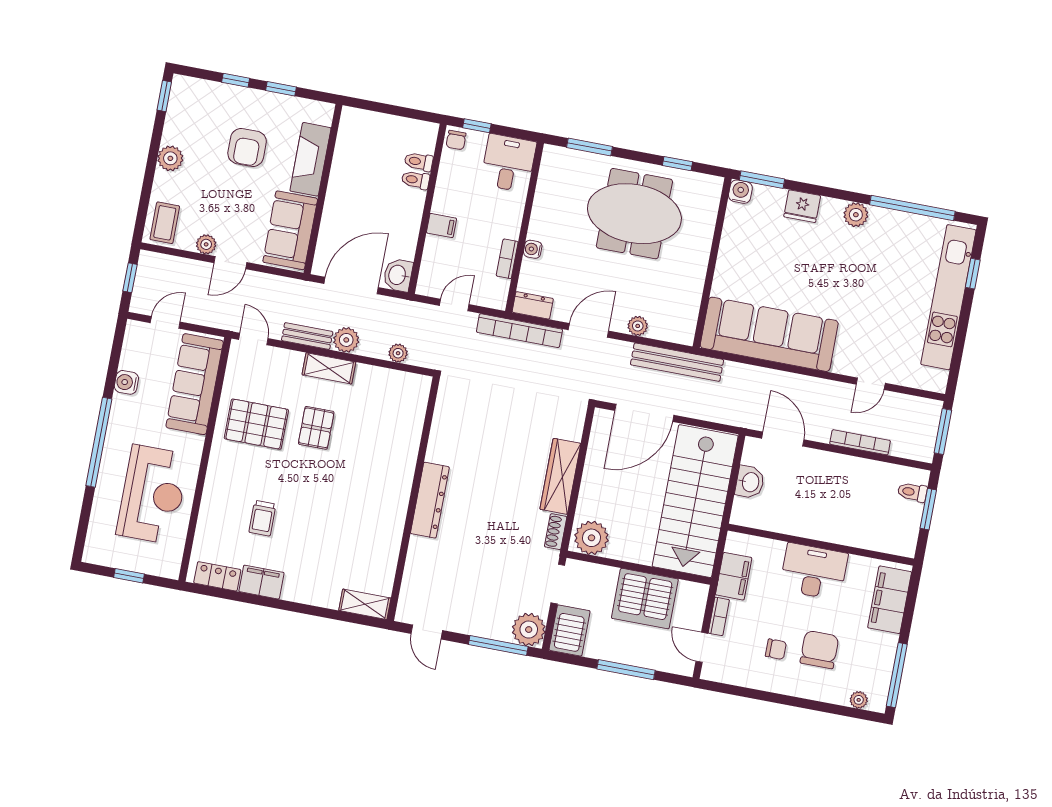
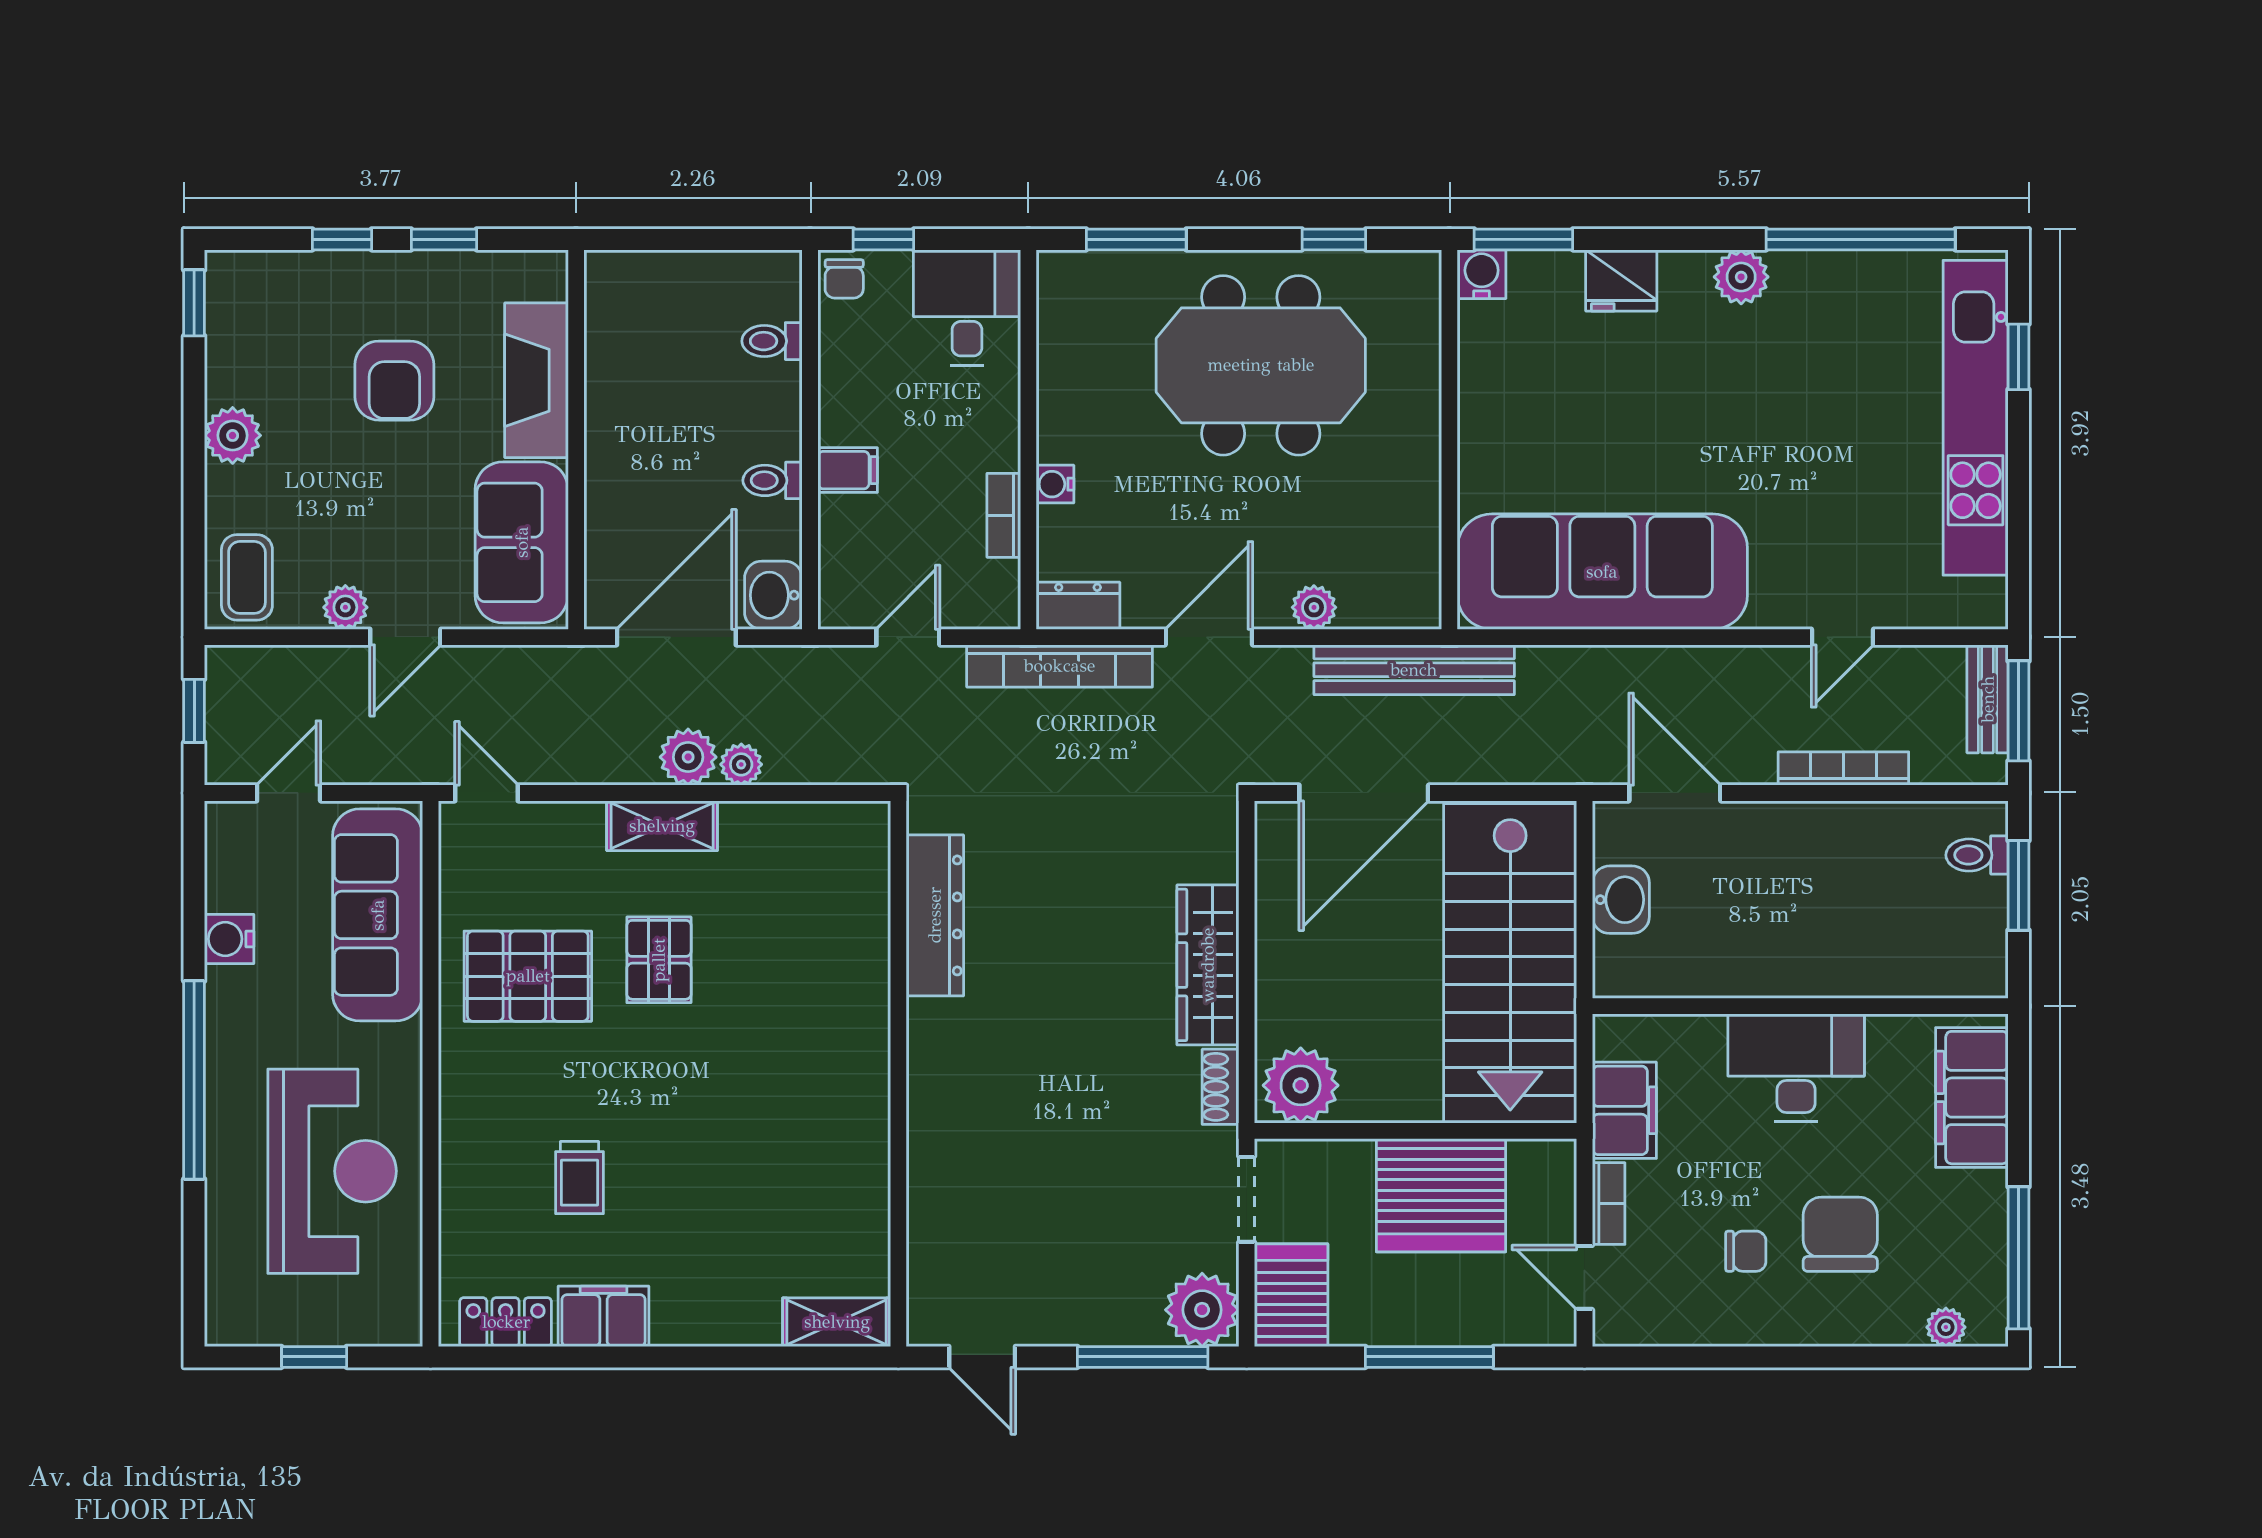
toilet: (415, 180) -> (773, 480), moved
bench: (307, 336) -> (1988, 699), moved, turned 90
plant: (398, 353) -> (741, 764), moved
dresser: (430, 500) -> (935, 915), moved

